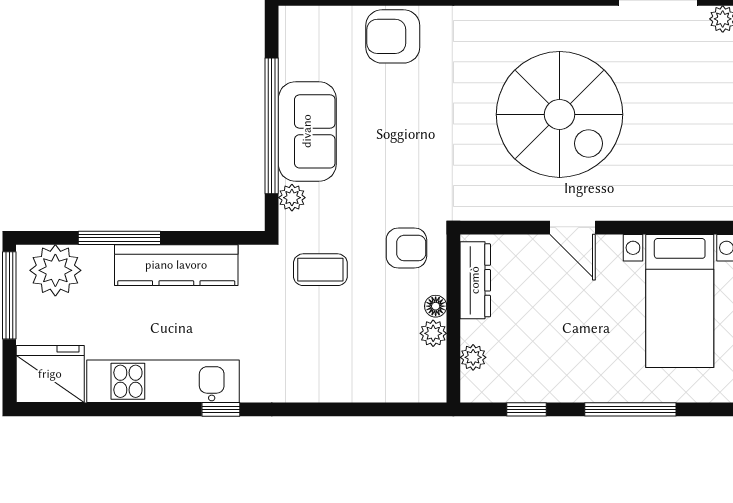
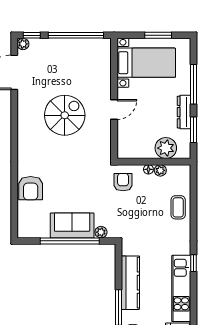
spiral stairs: (560, 114) -> (65, 115), width x0.73, depth x0.73
coffee table: (320, 270) -> (178, 207), moved
dresser: (475, 280) -> (184, 112), moved, turned -90
plant: (473, 357) -> (166, 148), width x1.88, depth x1.88
window: (526, 409) -> (194, 130), width x1.50

